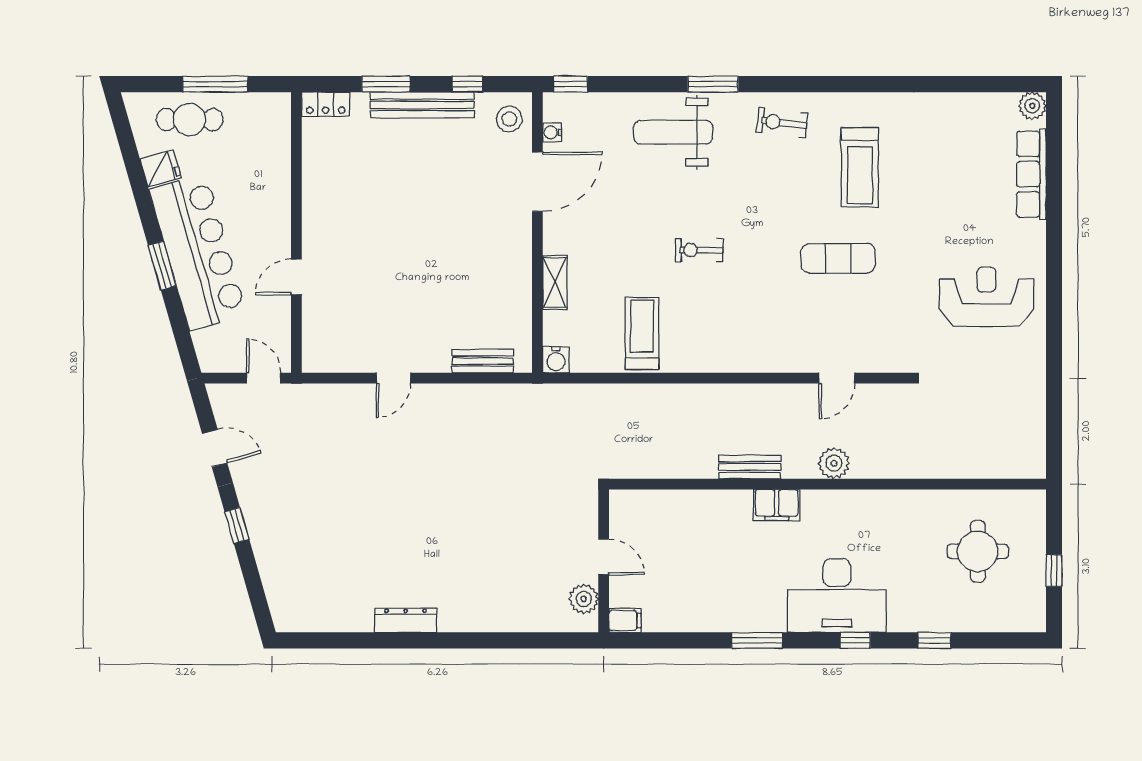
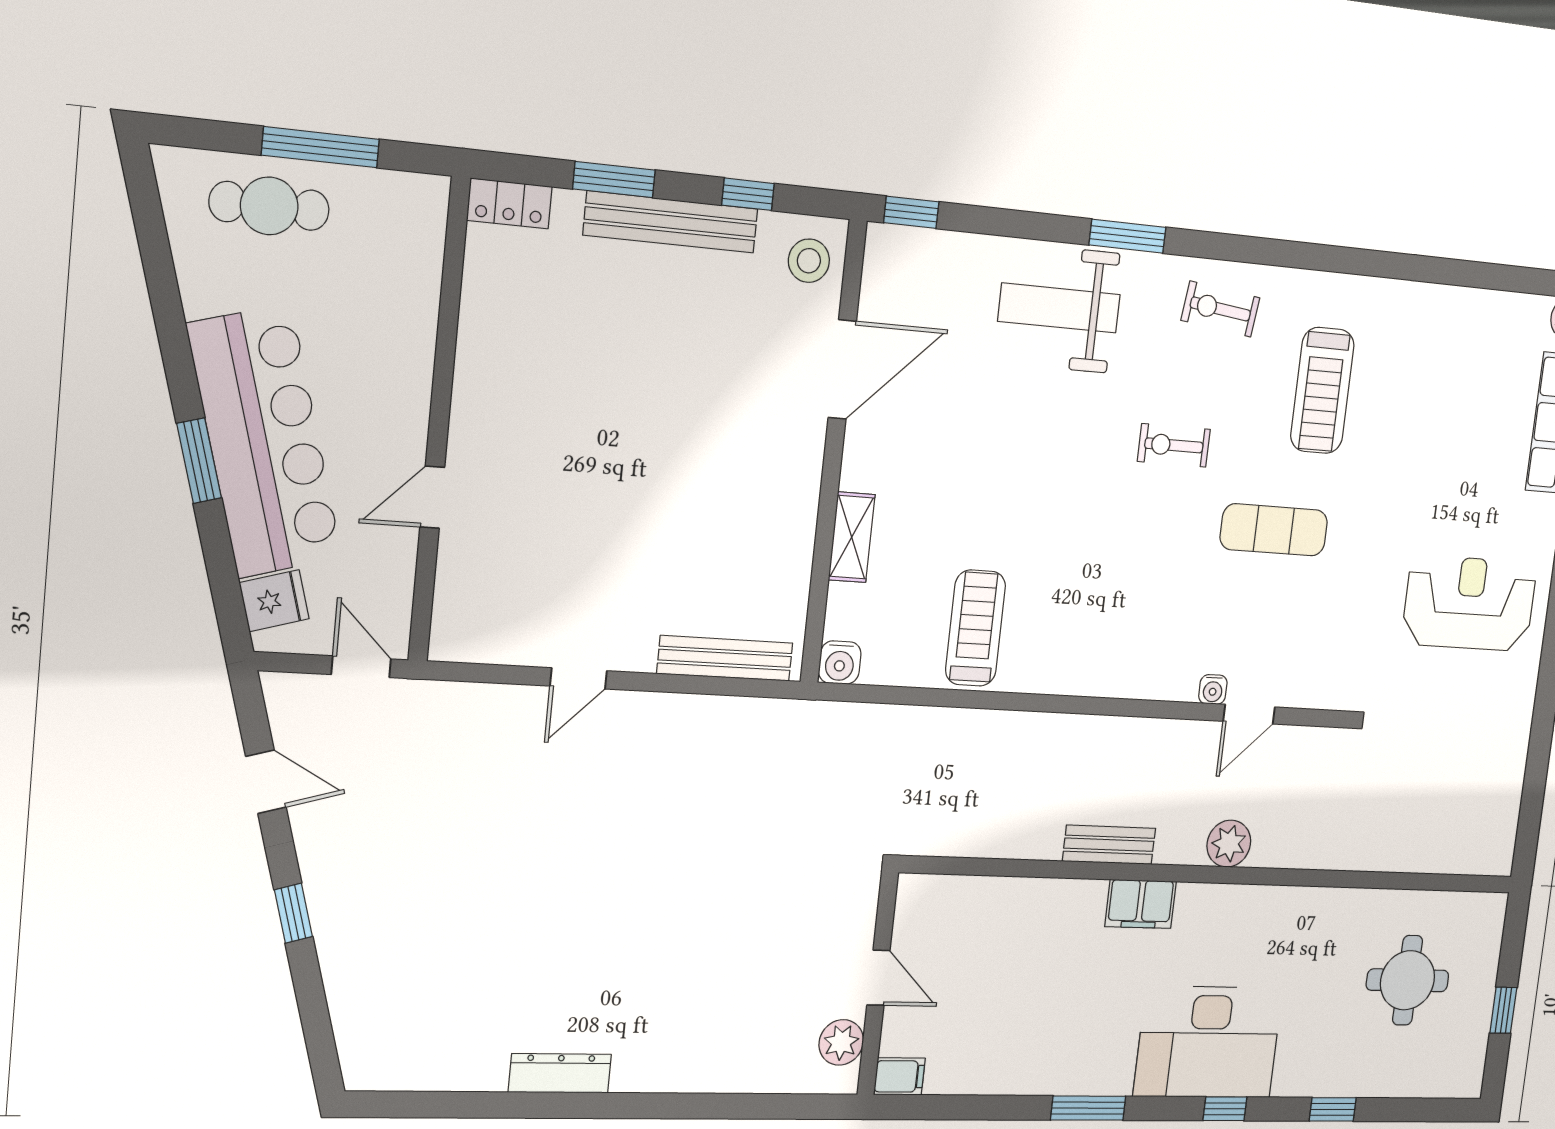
water cooler: (552, 132) -> (1213, 689), moved, turned -90
fridge: (161, 168) -> (274, 601), moved
exercise bike: (699, 250) -> (1174, 445), moved
bench: (483, 361) -> (725, 658), width x1.36

